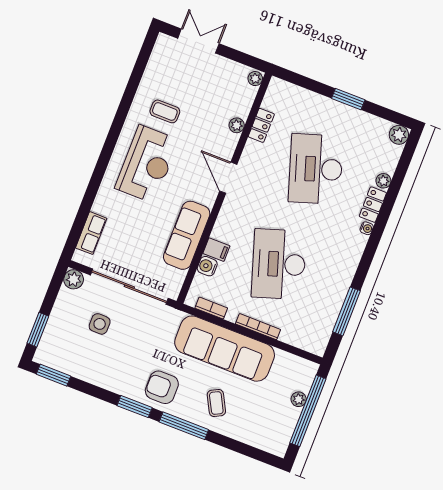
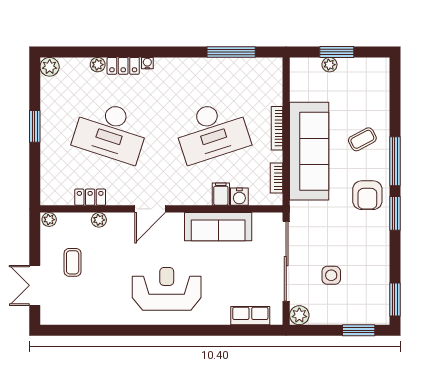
coffee table: (165, 111) -> (73, 262), moved
desk: (316, 169) -> (111, 131), turned 36
window: (308, 411) -> (337, 52), width x0.47

